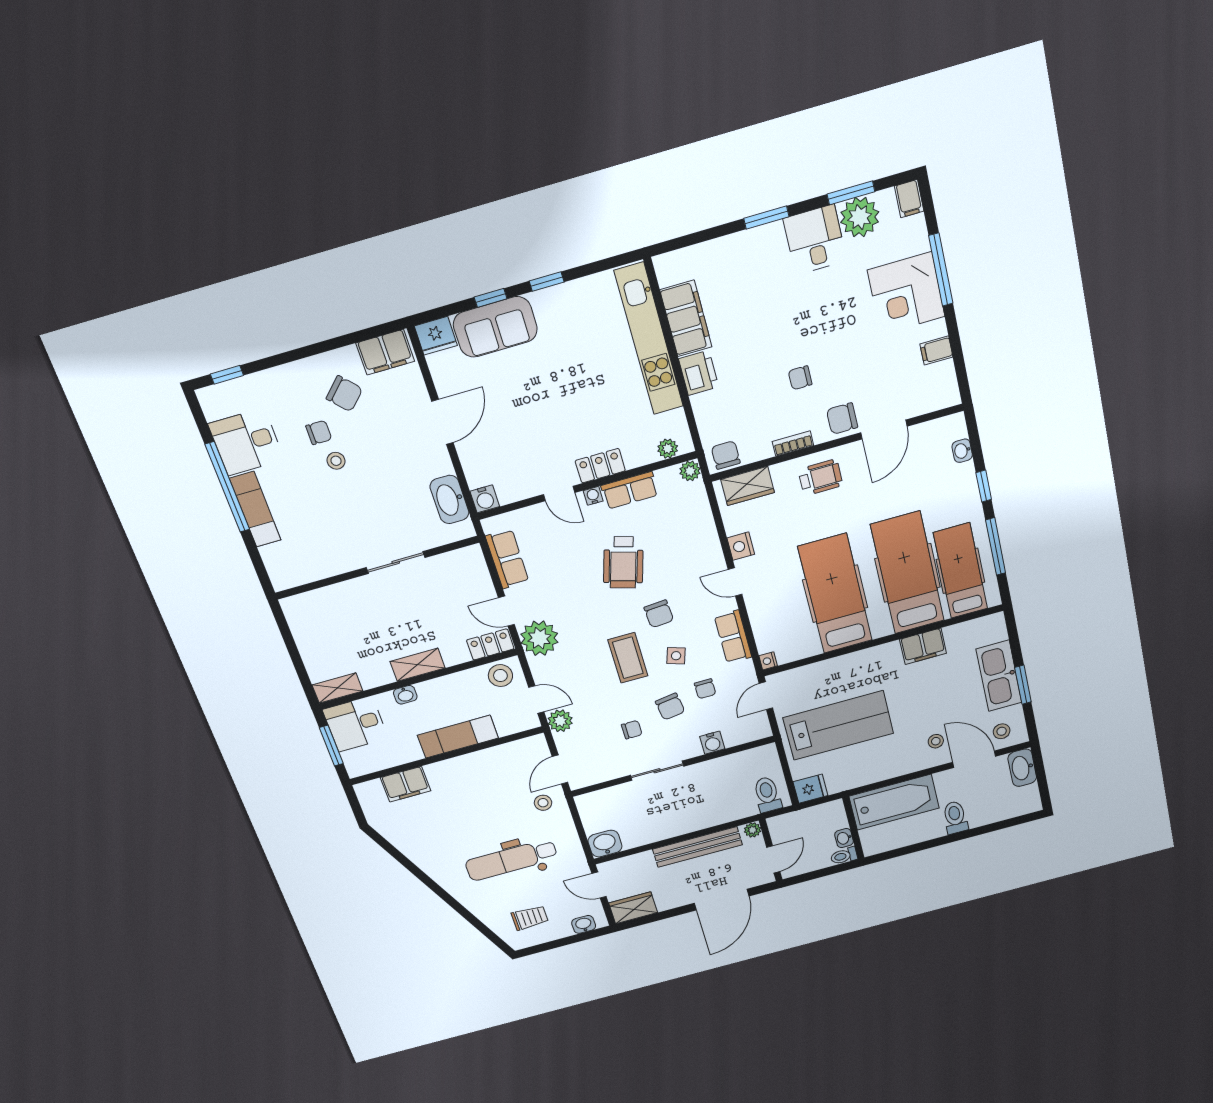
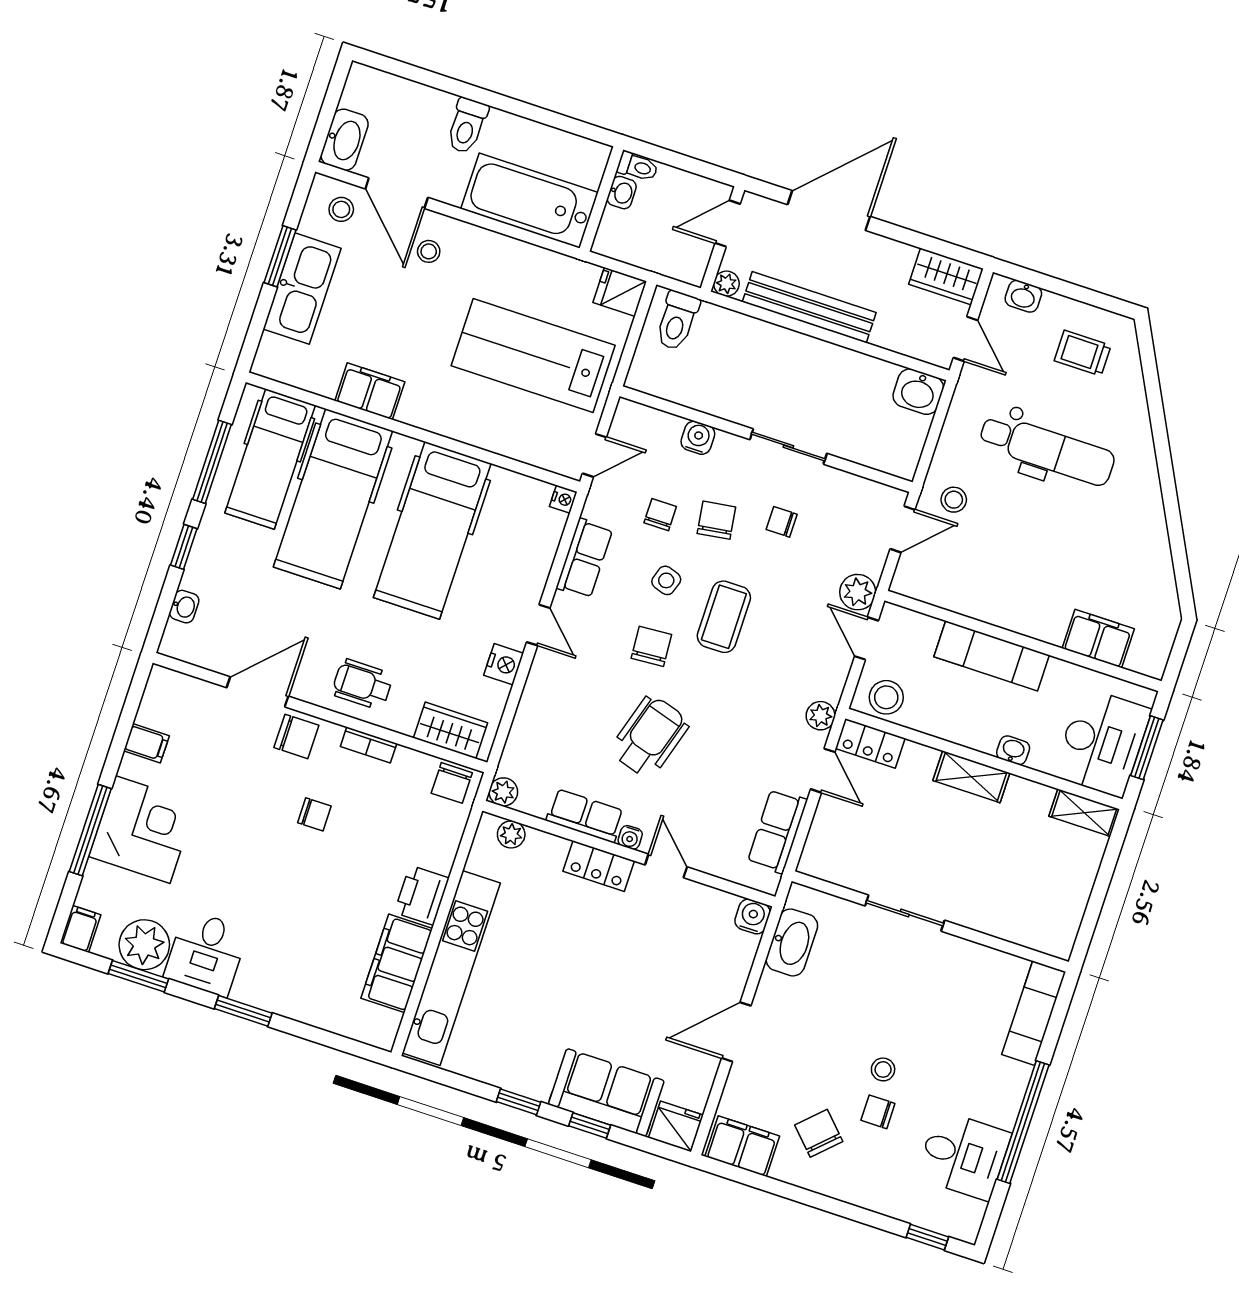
exam couch: (255, 509) -> (1034, 1013), moved
plant: (539, 638) -> (821, 716), width x0.53, depth x0.53
desk: (355, 724) -> (1102, 742), width x1.37

